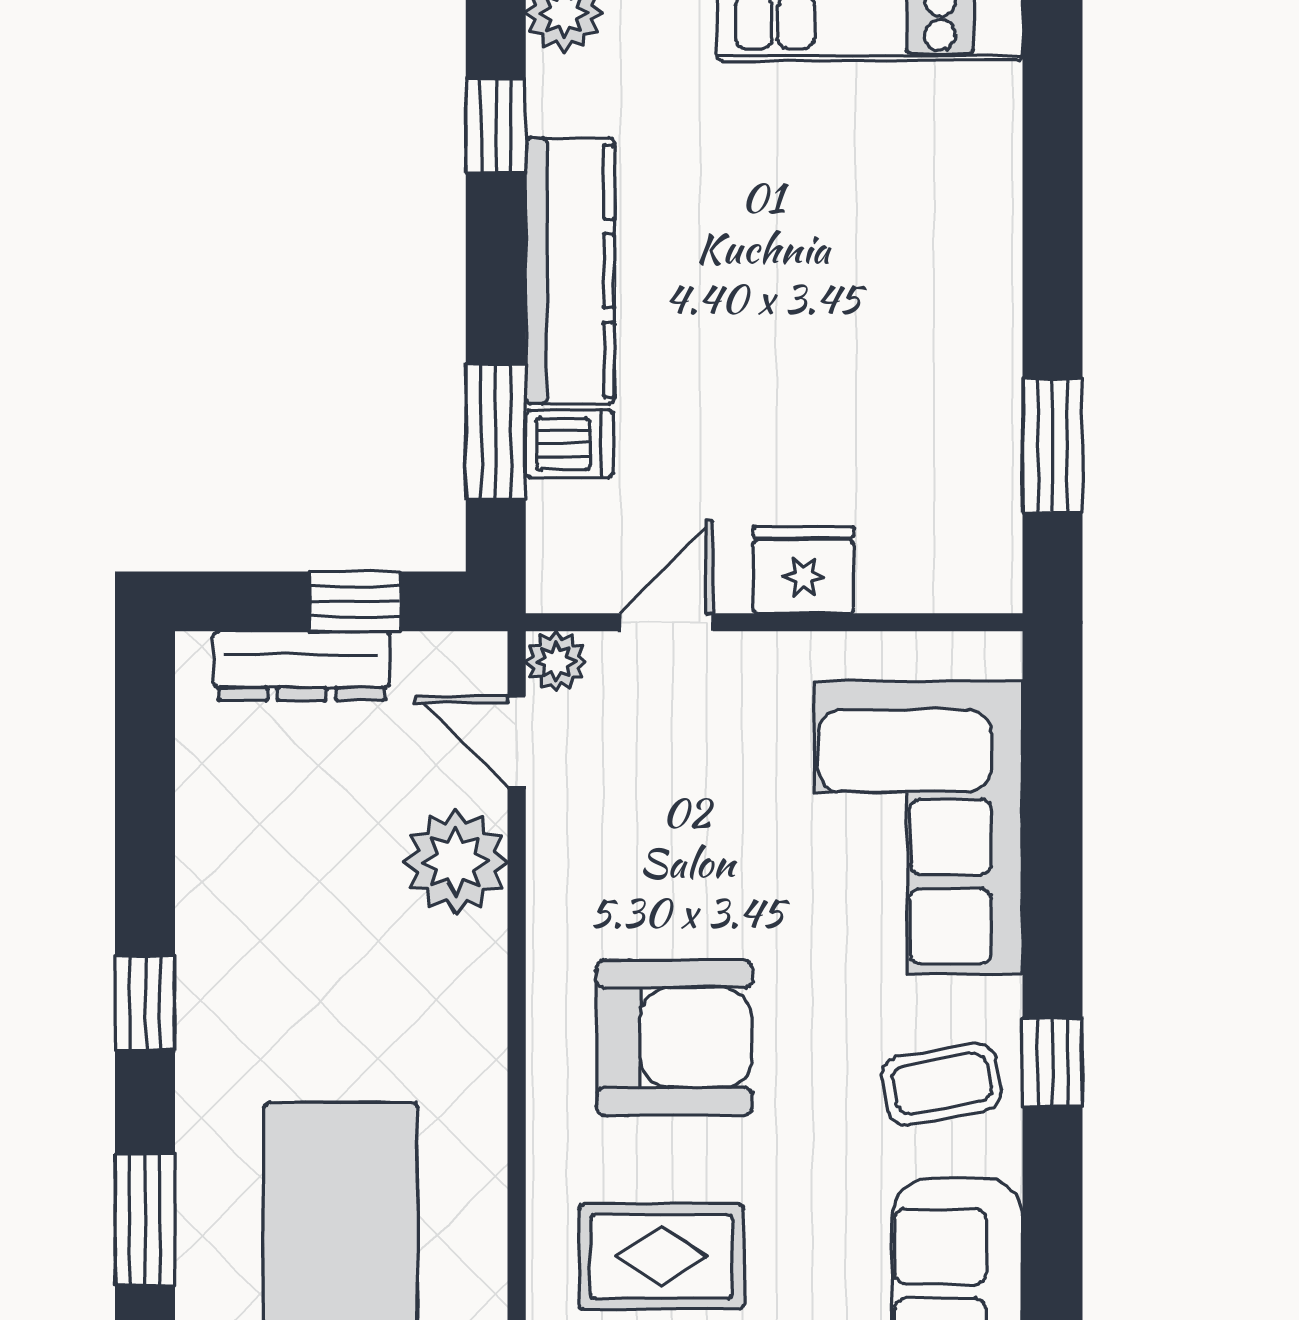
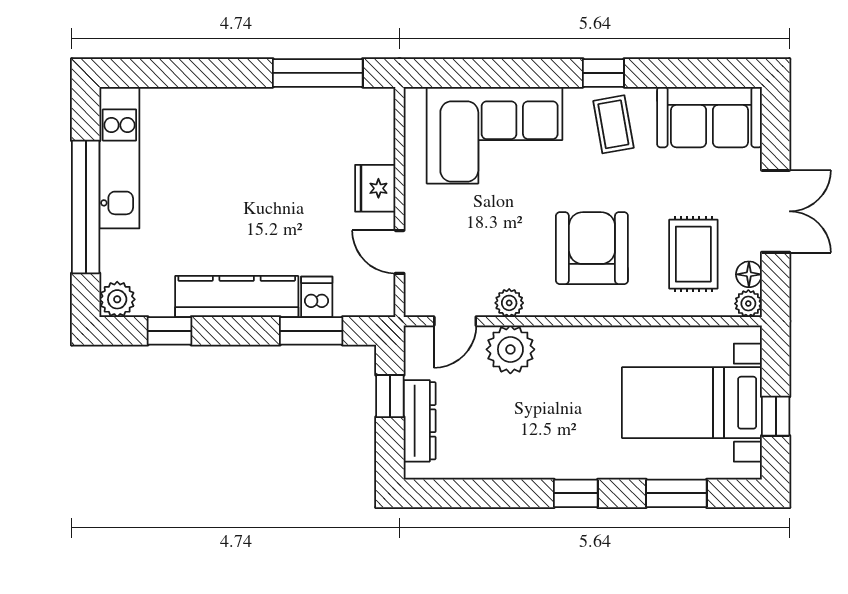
window: (1052, 446) -> (318, 73), width x1.44
plant: (556, 662) -> (509, 303), moved

